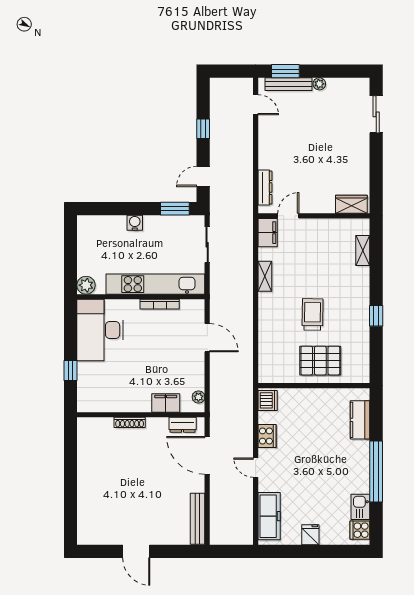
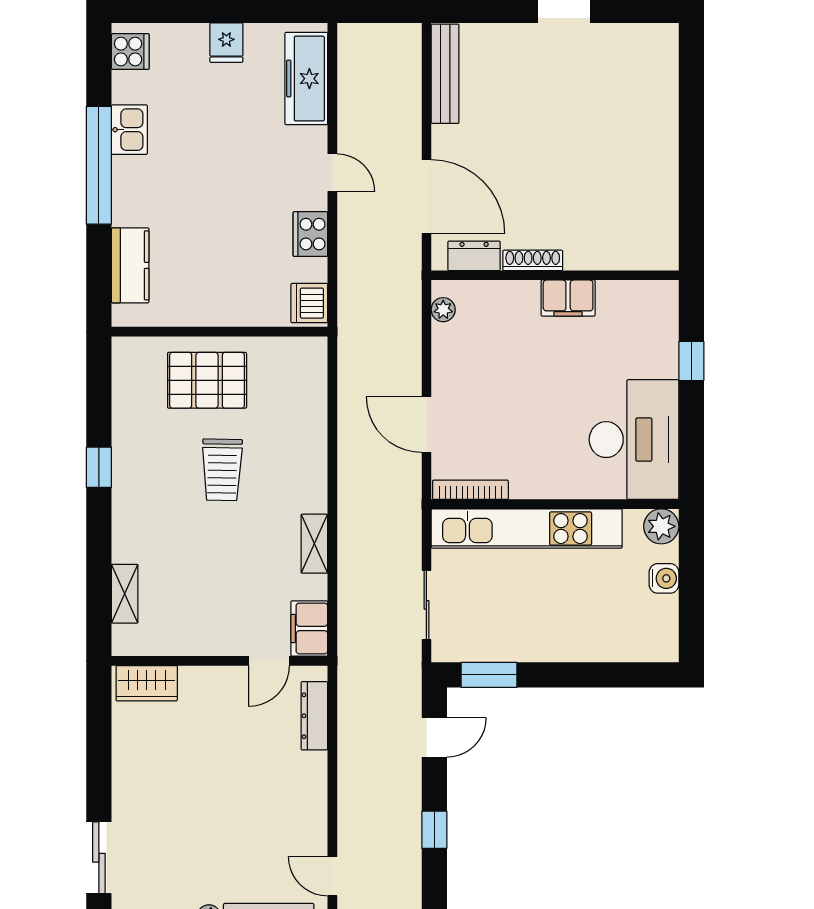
water cooler: (135, 223) -> (664, 578), moved, turned -90
bookcase: (160, 304) -> (470, 490), moved
filing cabinet: (166, 403) -> (568, 298), moved
shoe rack: (130, 422) -> (533, 260), moved
kitchen sink: (360, 507) -> (129, 130), moved

